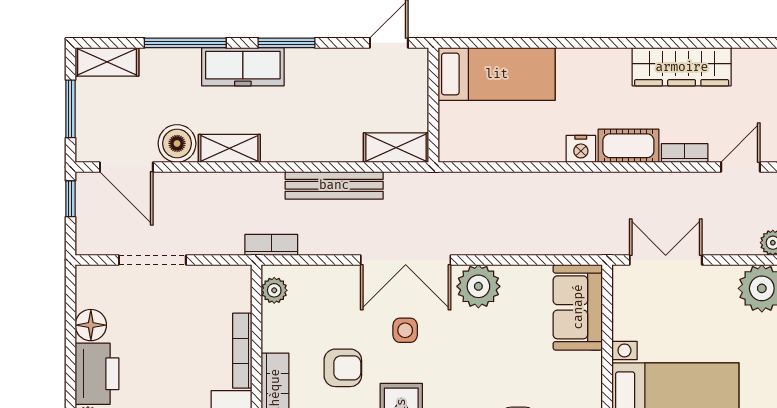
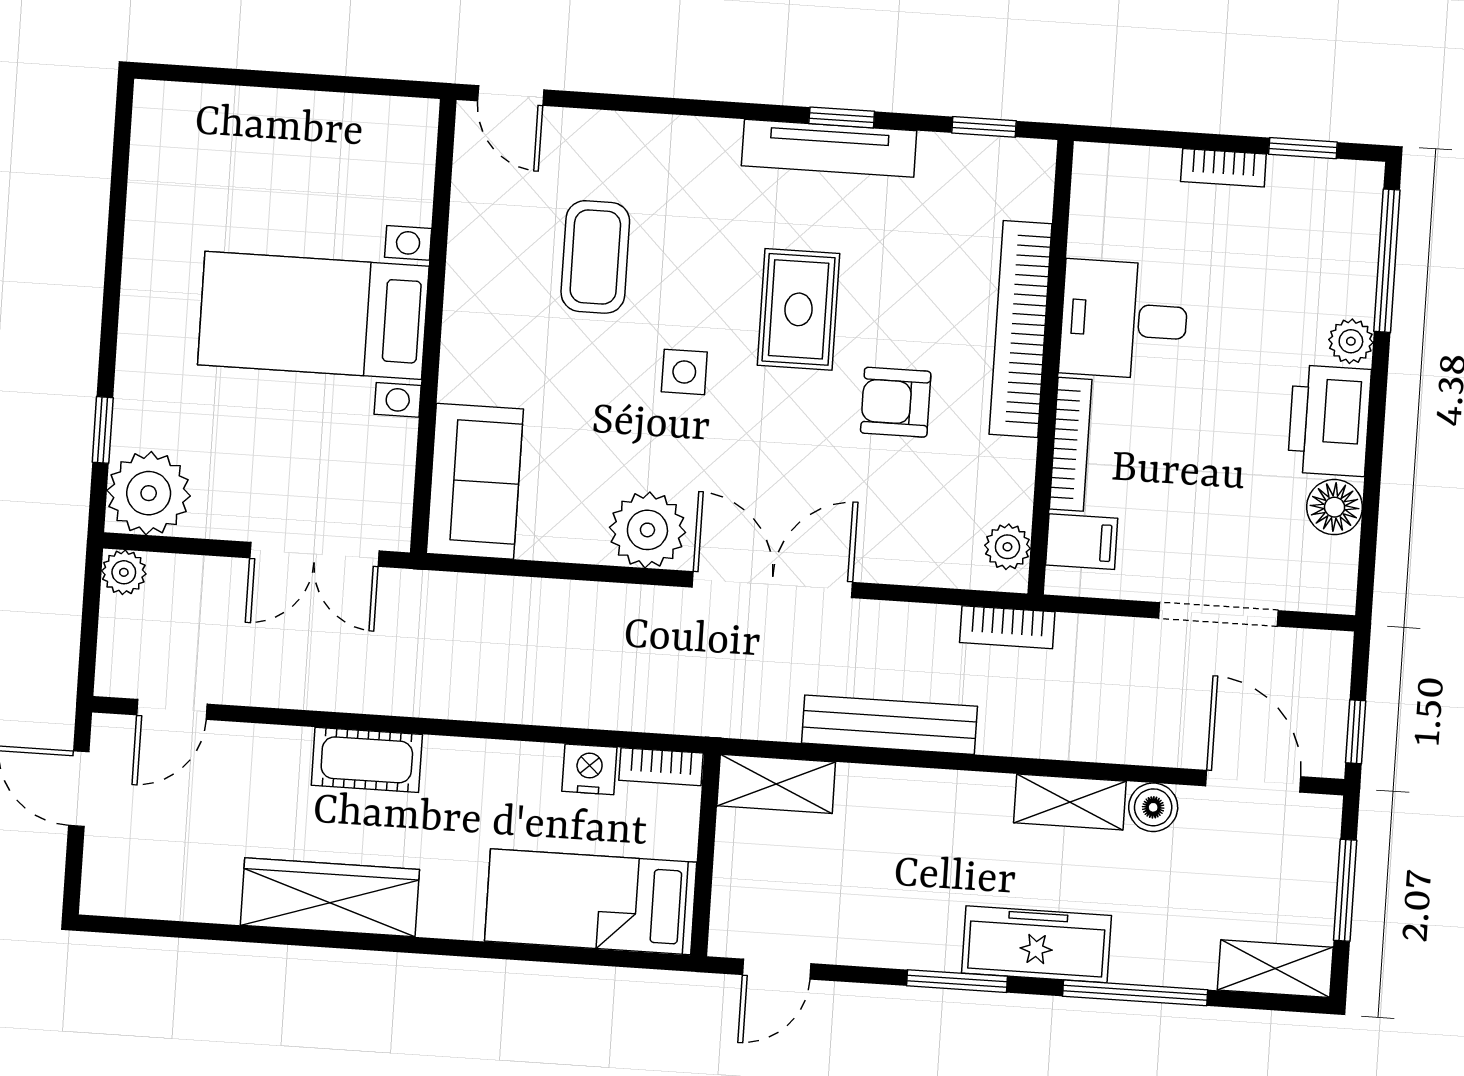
wardrobe: (682, 67) -> (330, 897), moved
boiler: (177, 143) -> (1153, 807), width x0.73, depth x0.73
nightstand: (581, 149) -> (589, 769), moved
bookcase: (685, 153) -> (661, 767), moved
filing cabinet: (232, 296) -> (1082, 542), added
side table: (405, 330) -> (684, 372), moved

